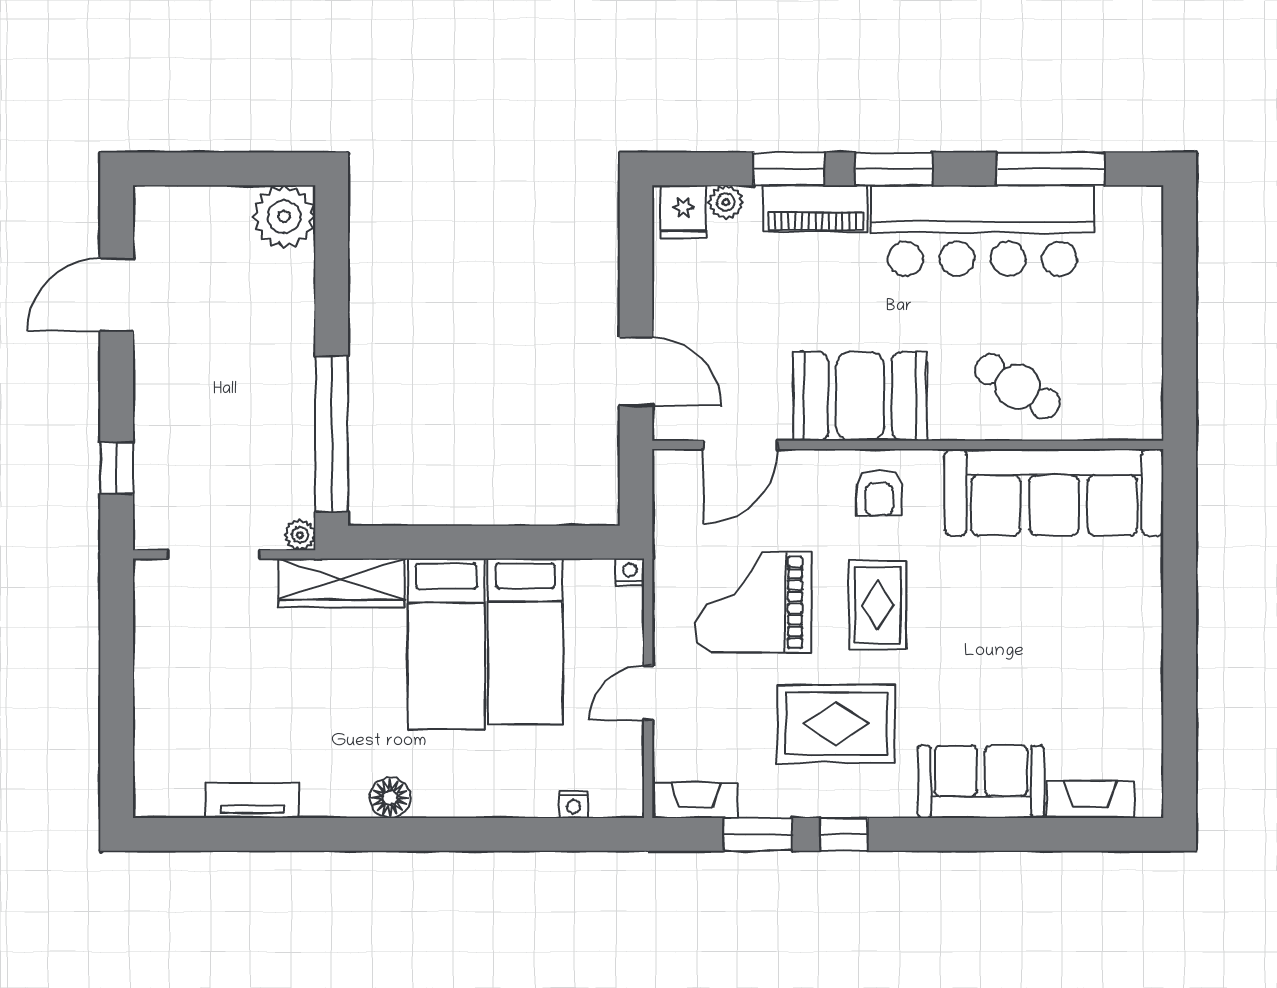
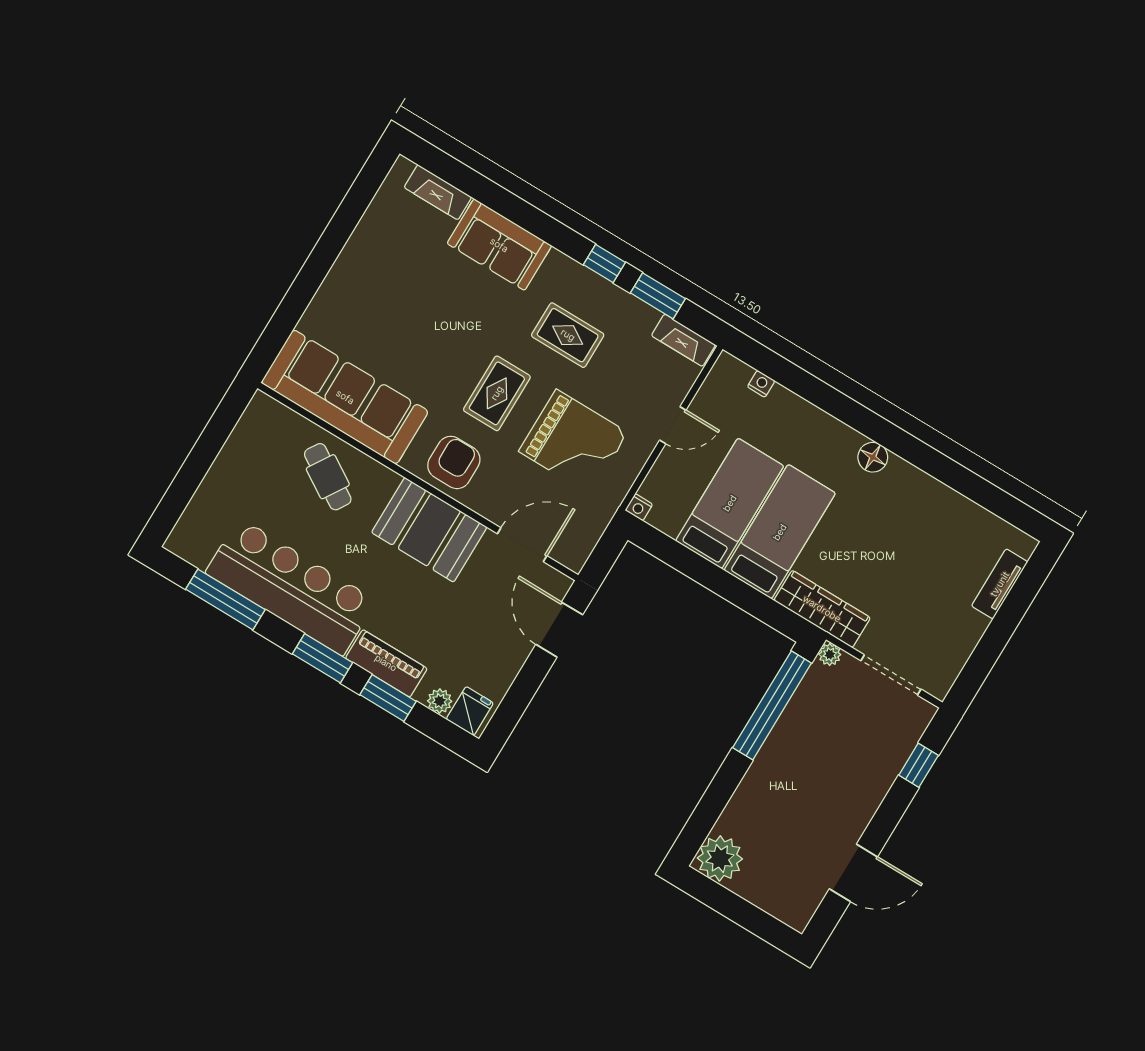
armchair: (879, 493) -> (454, 462), width x1.38, depth x1.38
rug: (836, 724) -> (568, 335), width x0.73, depth x0.70
tv unit: (252, 800) -> (1000, 584), moved, turned 90

